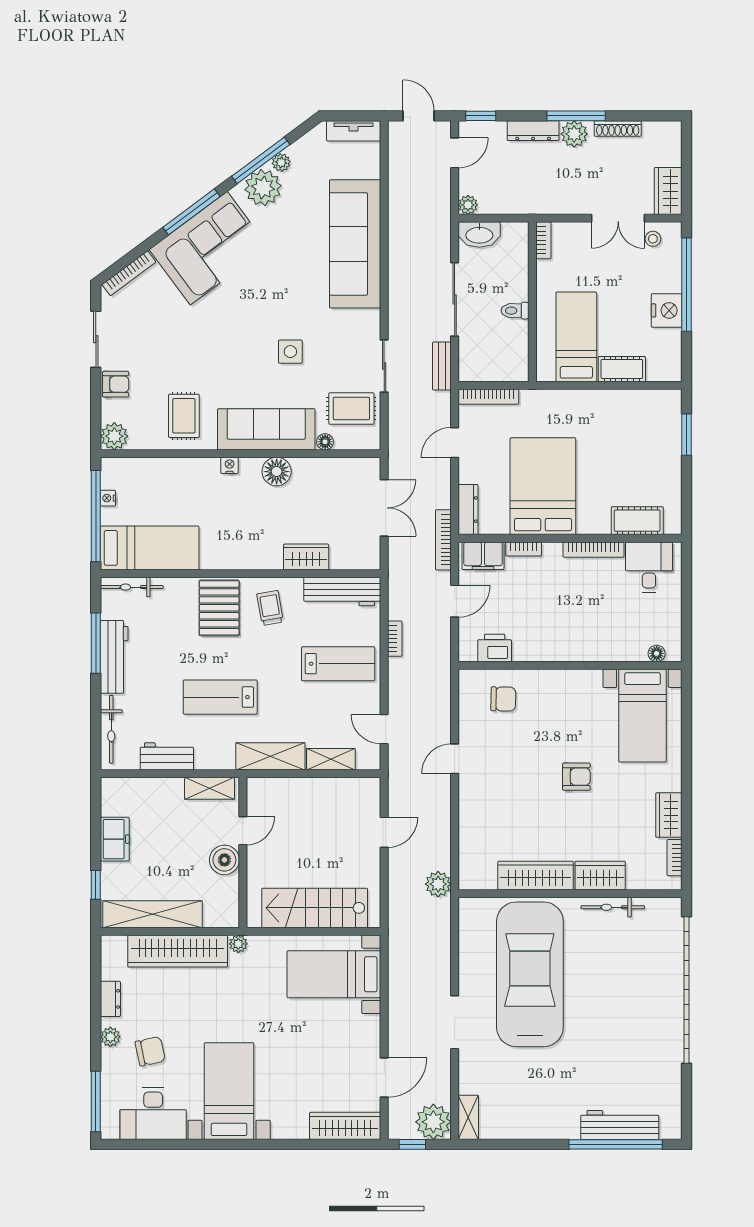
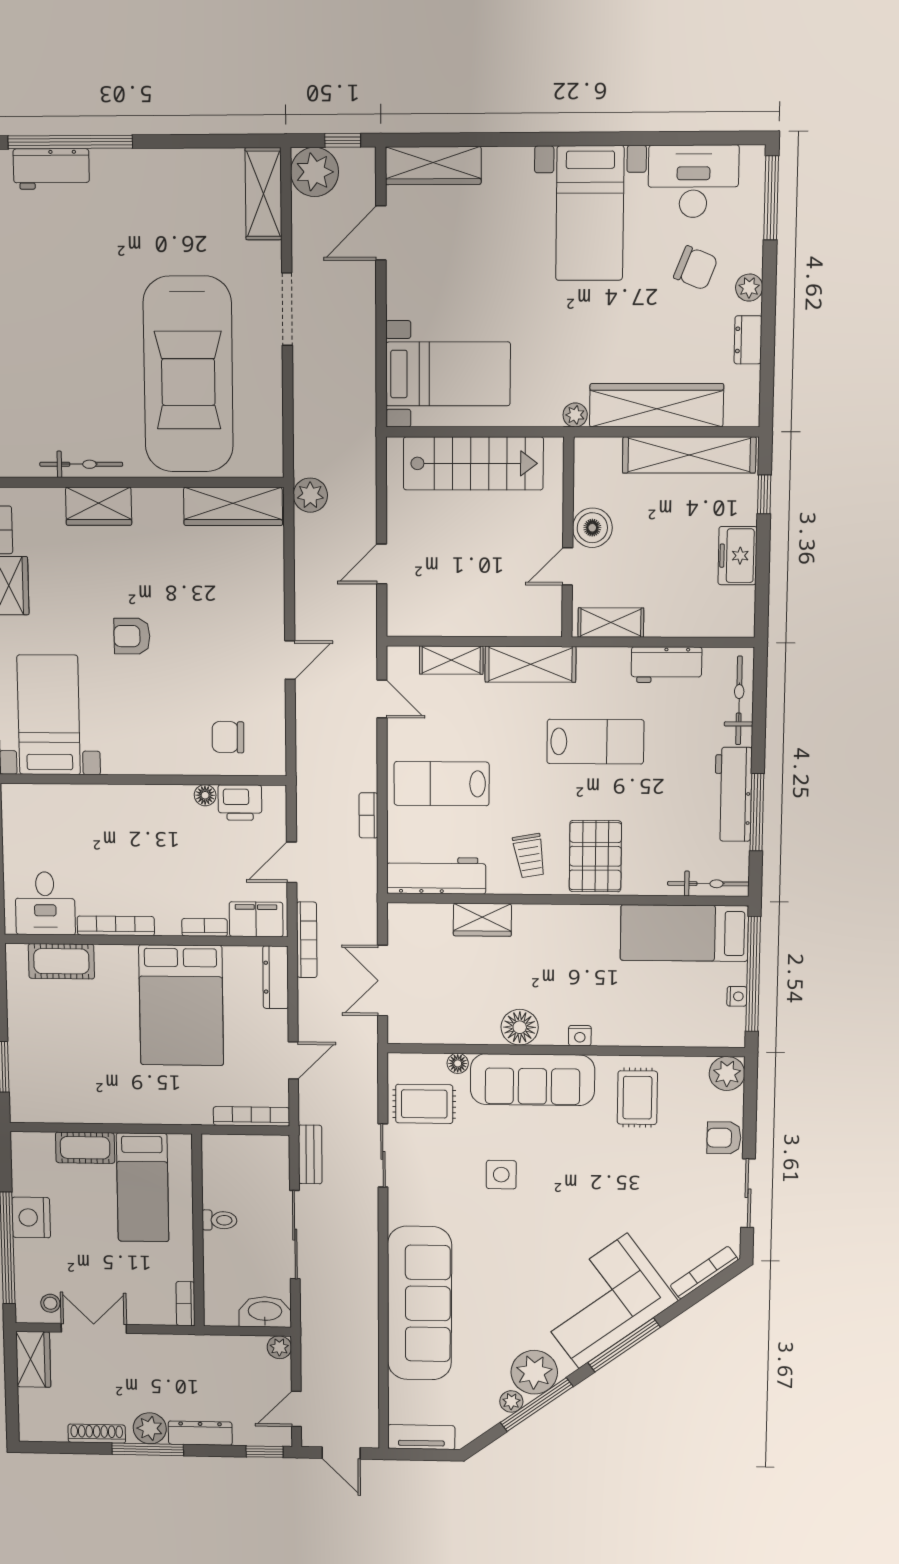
floor lamp: (657, 653) -> (205, 795), moved
wardrobe: (536, 876) -> (233, 506), moved
chair: (150, 1051) -> (696, 268), turned -146
shelving: (468, 1117) -> (263, 194), width x1.50, depth x1.33
workbench: (620, 1125) -> (51, 169), width x0.73

